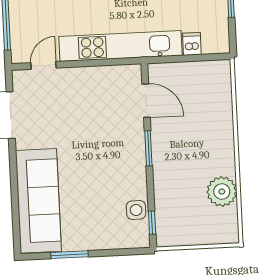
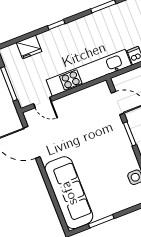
door: (44, 65) -> (42, 102), swing flipped

